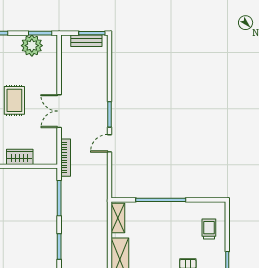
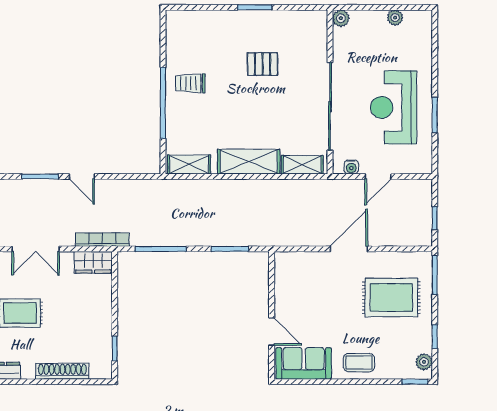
wardrobe: (20, 157) -> (93, 262), moved, turned -90
trolley: (209, 229) -> (190, 83), moved

